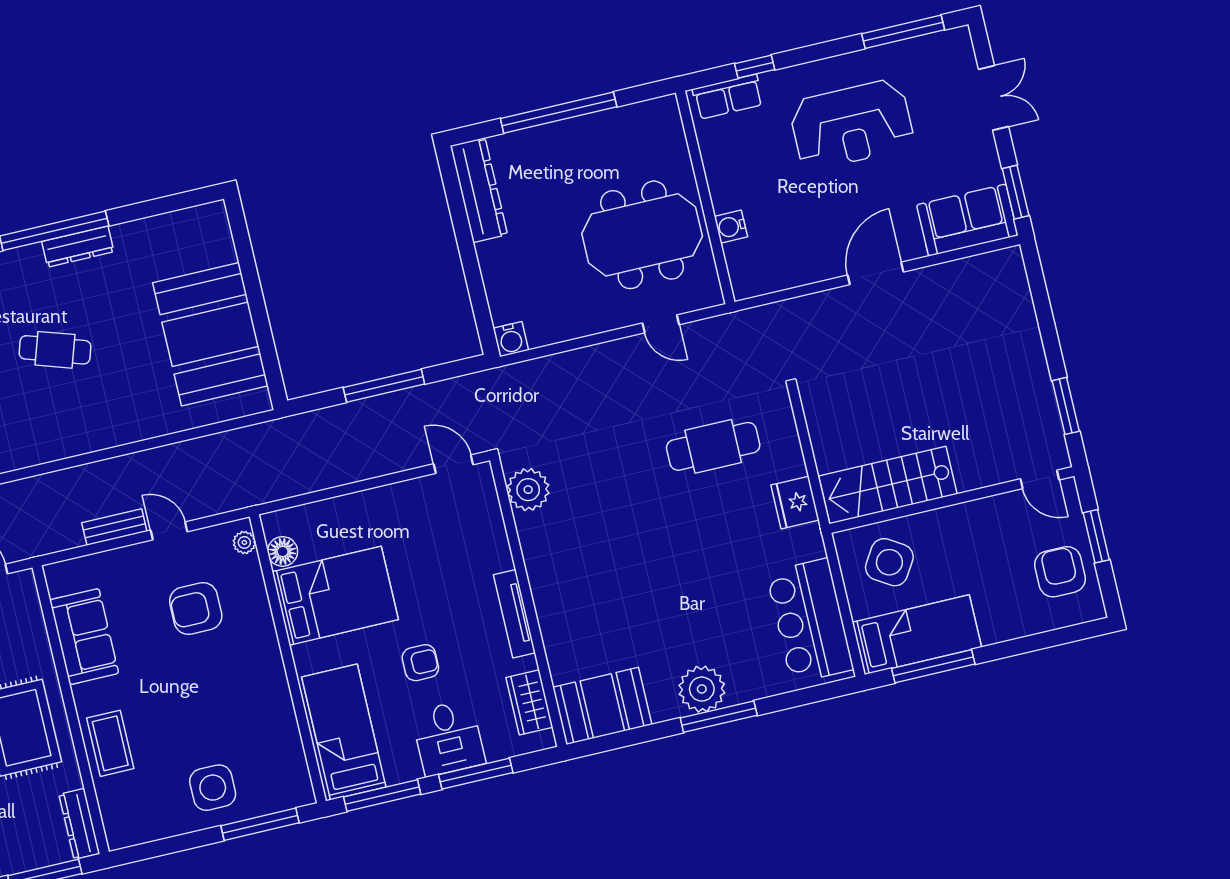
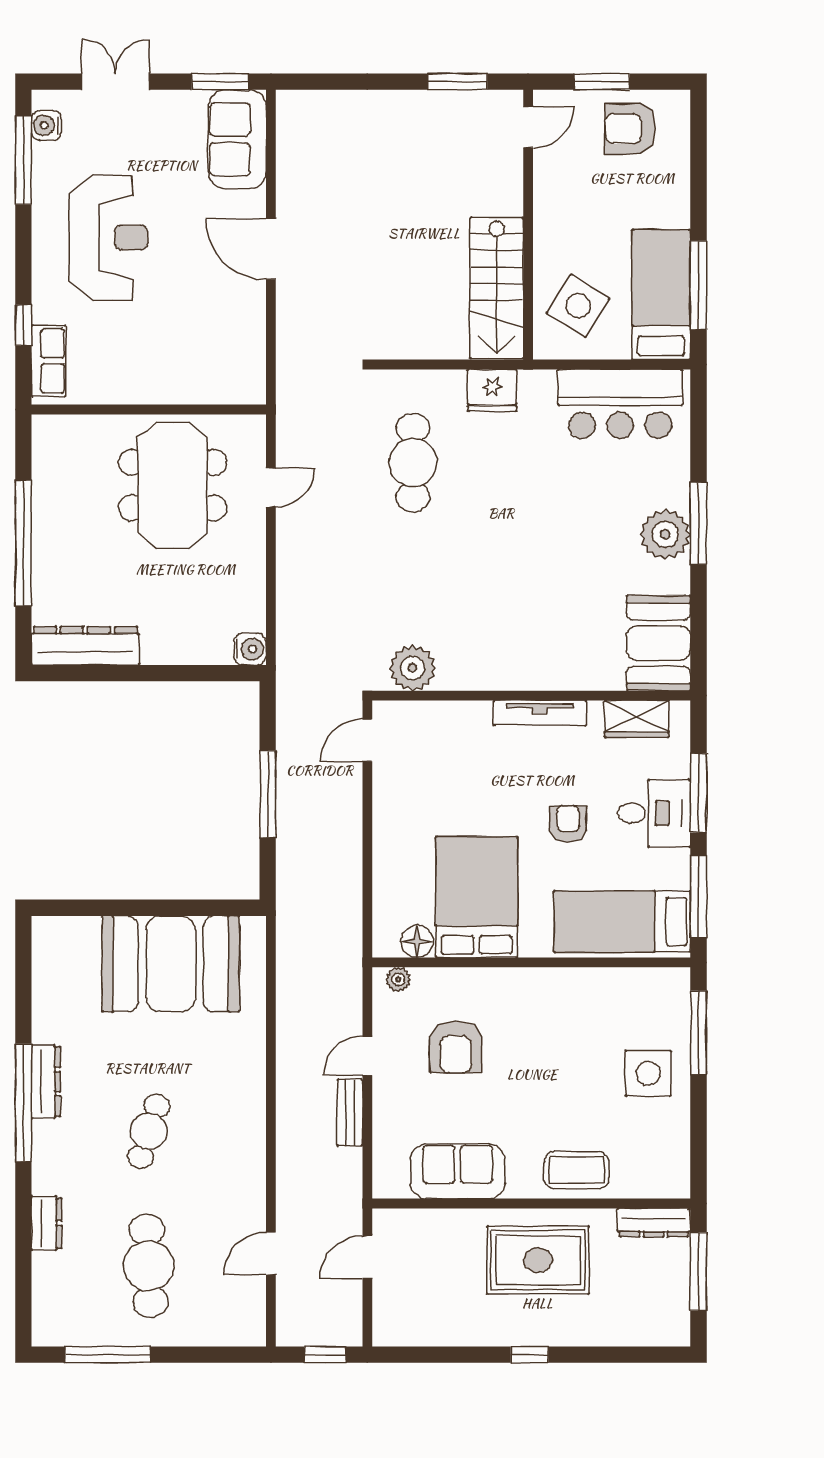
water cooler: (731, 227) -> (46, 125), moved, turned 90

